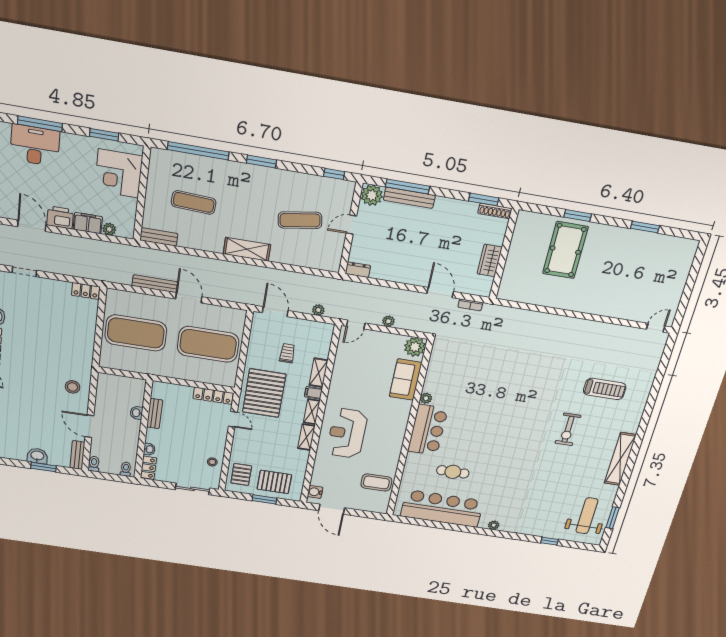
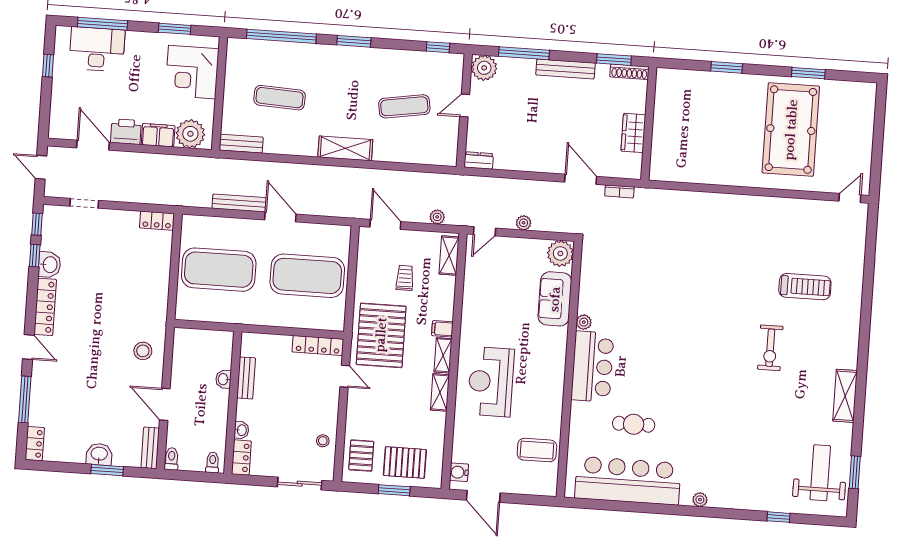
bench: (409, 198) -> (565, 69), moved
plant: (109, 229) -> (190, 134), width x1.87, depth x1.87
pool table: (565, 250) -> (791, 130), moved, width x1.36, depth x1.32
shelving: (319, 373) -> (449, 255), moved
shelving: (620, 459) -> (845, 396), width x0.68

